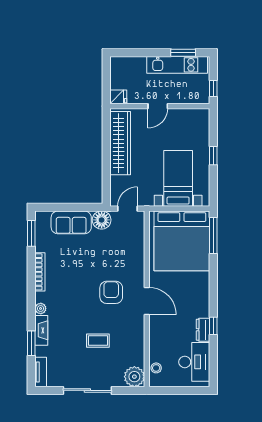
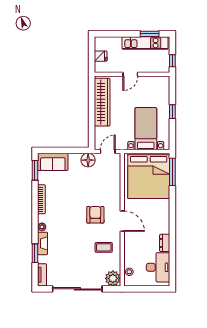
fridge: (118, 97) -> (101, 56), moved
sofa: (71, 222) -> (53, 162), moved
window: (213, 326) -> (172, 240), removed
coffee table: (98, 341) -> (104, 247), moved
sliding door: (87, 390) -> (77, 289), width x1.36

